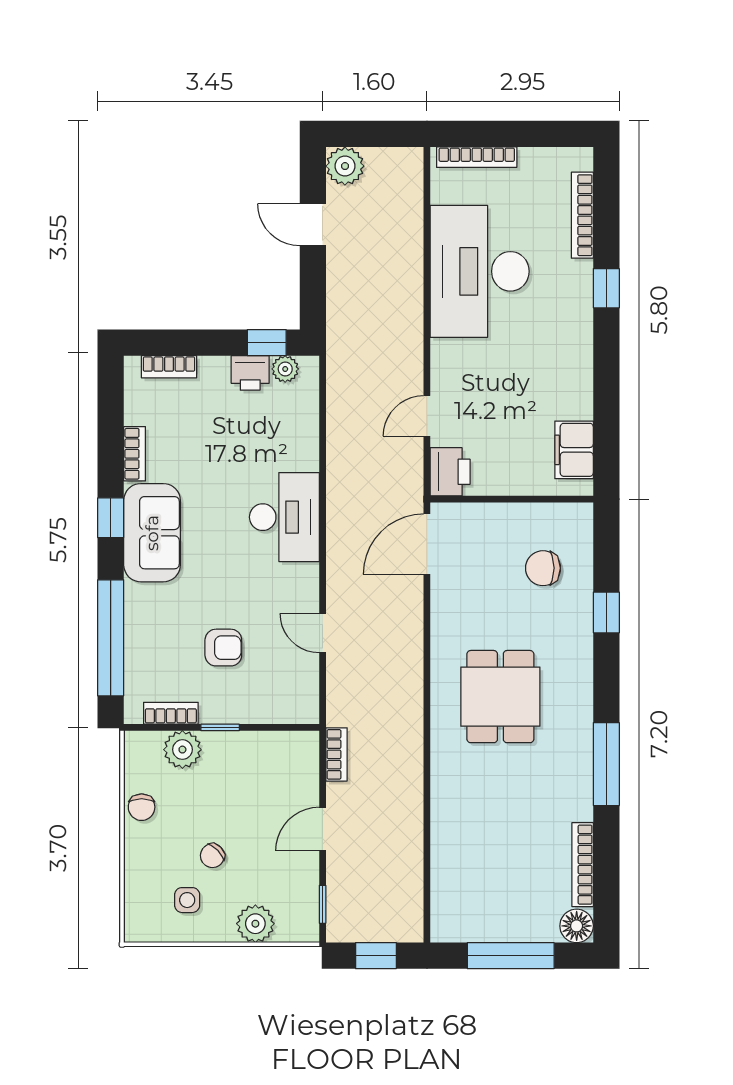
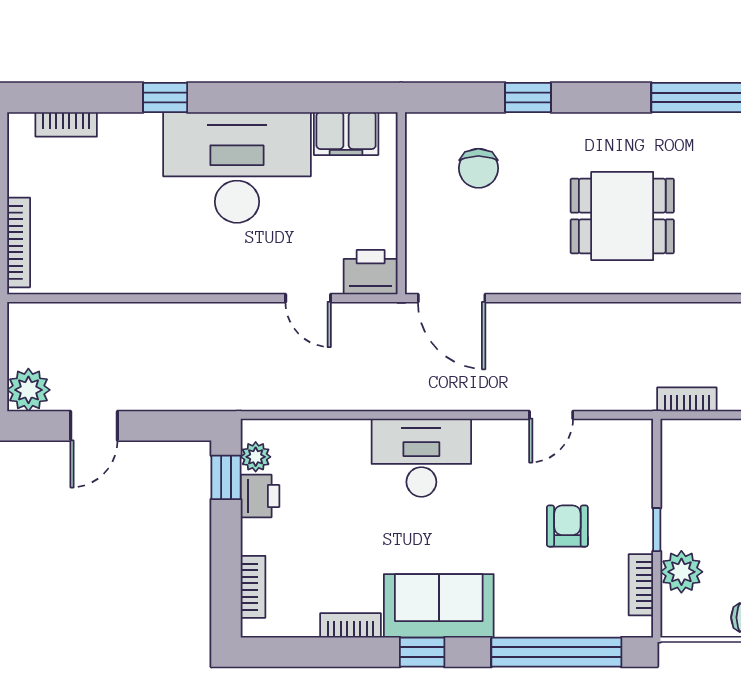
bookcase: (582, 215) -> (66, 124), width x0.64
desk: (480, 271) -> (237, 167), moved, turned 180

